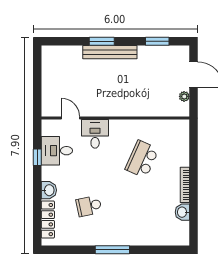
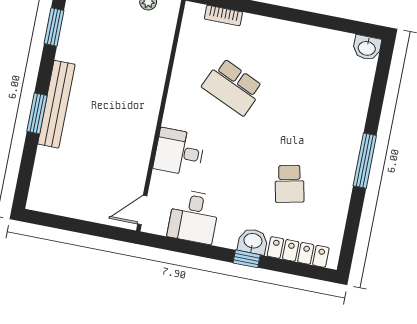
door: (71, 118) -> (142, 210), moved
window: (37, 157) -> (247, 259), moved
bookcase: (185, 185) -> (223, 16), moved, width x0.64
washbasin: (182, 212) -> (367, 48), moved

